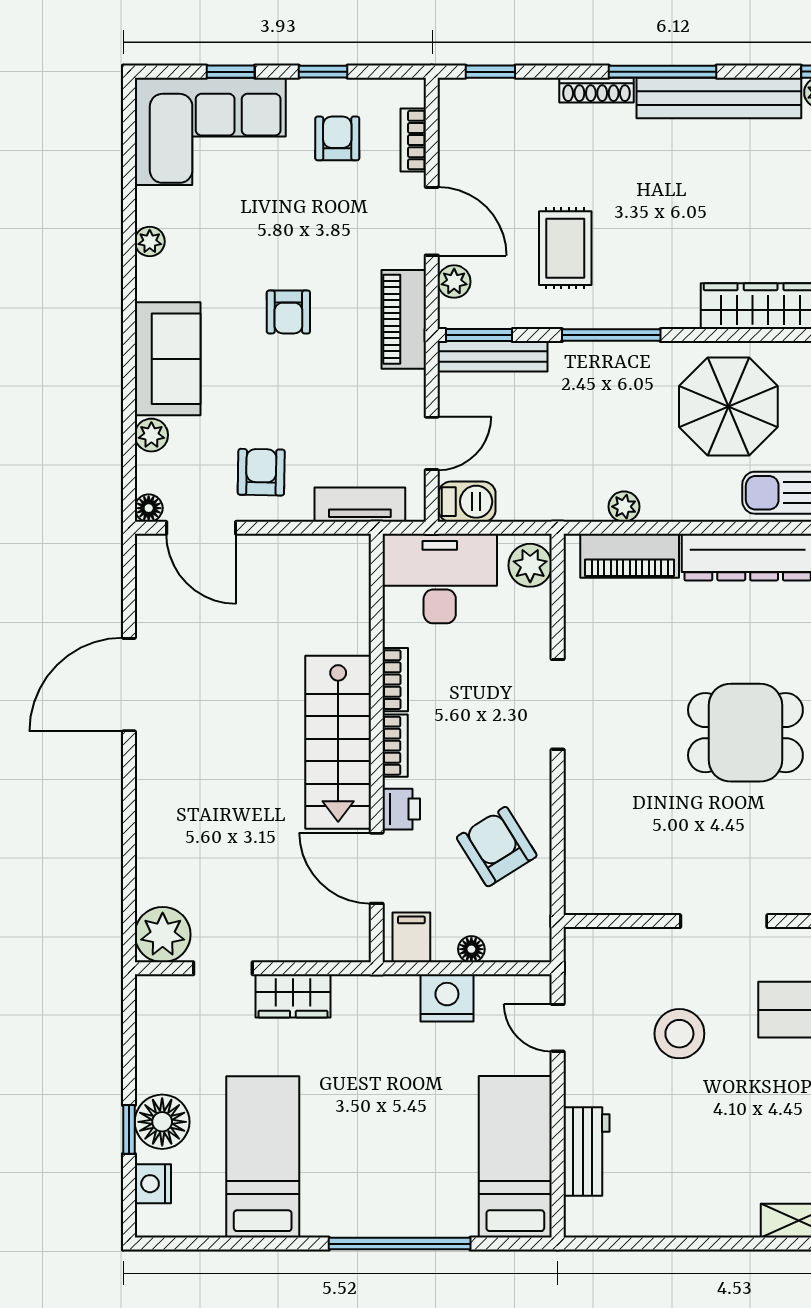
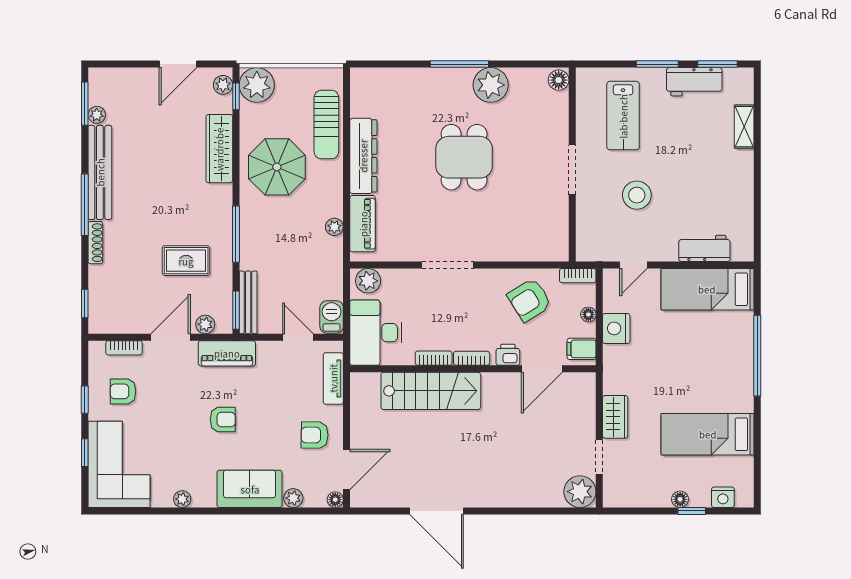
stairs: (338, 742) -> (431, 391), moved
bookcase: (539, 931) -> (578, 276), added
floor lamp: (162, 1122) -> (680, 499), width x0.53, depth x0.53

